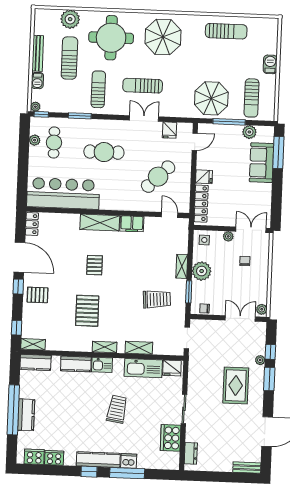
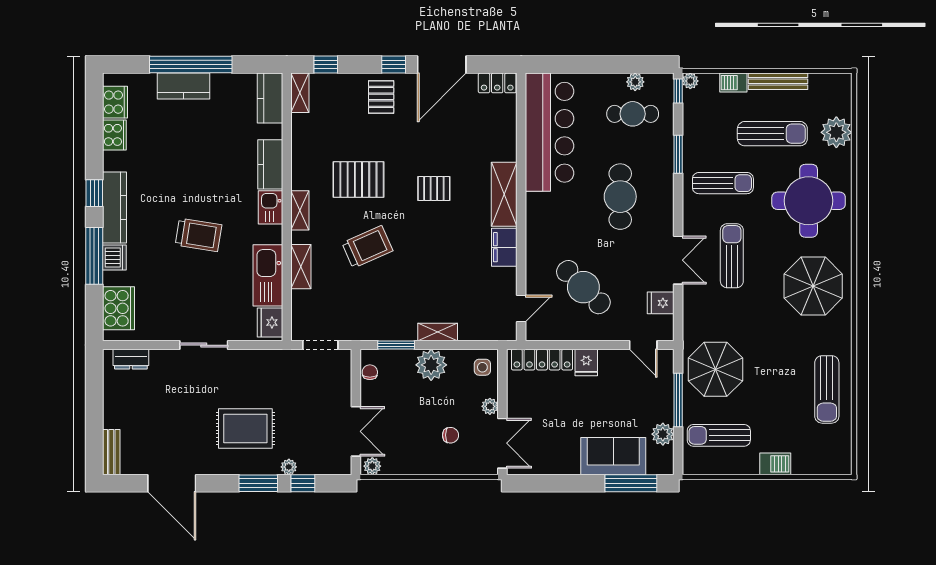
trolley: (157, 299) -> (367, 247), moved, turned -110
cooker: (171, 438) -> (119, 308), moved, turned 90

